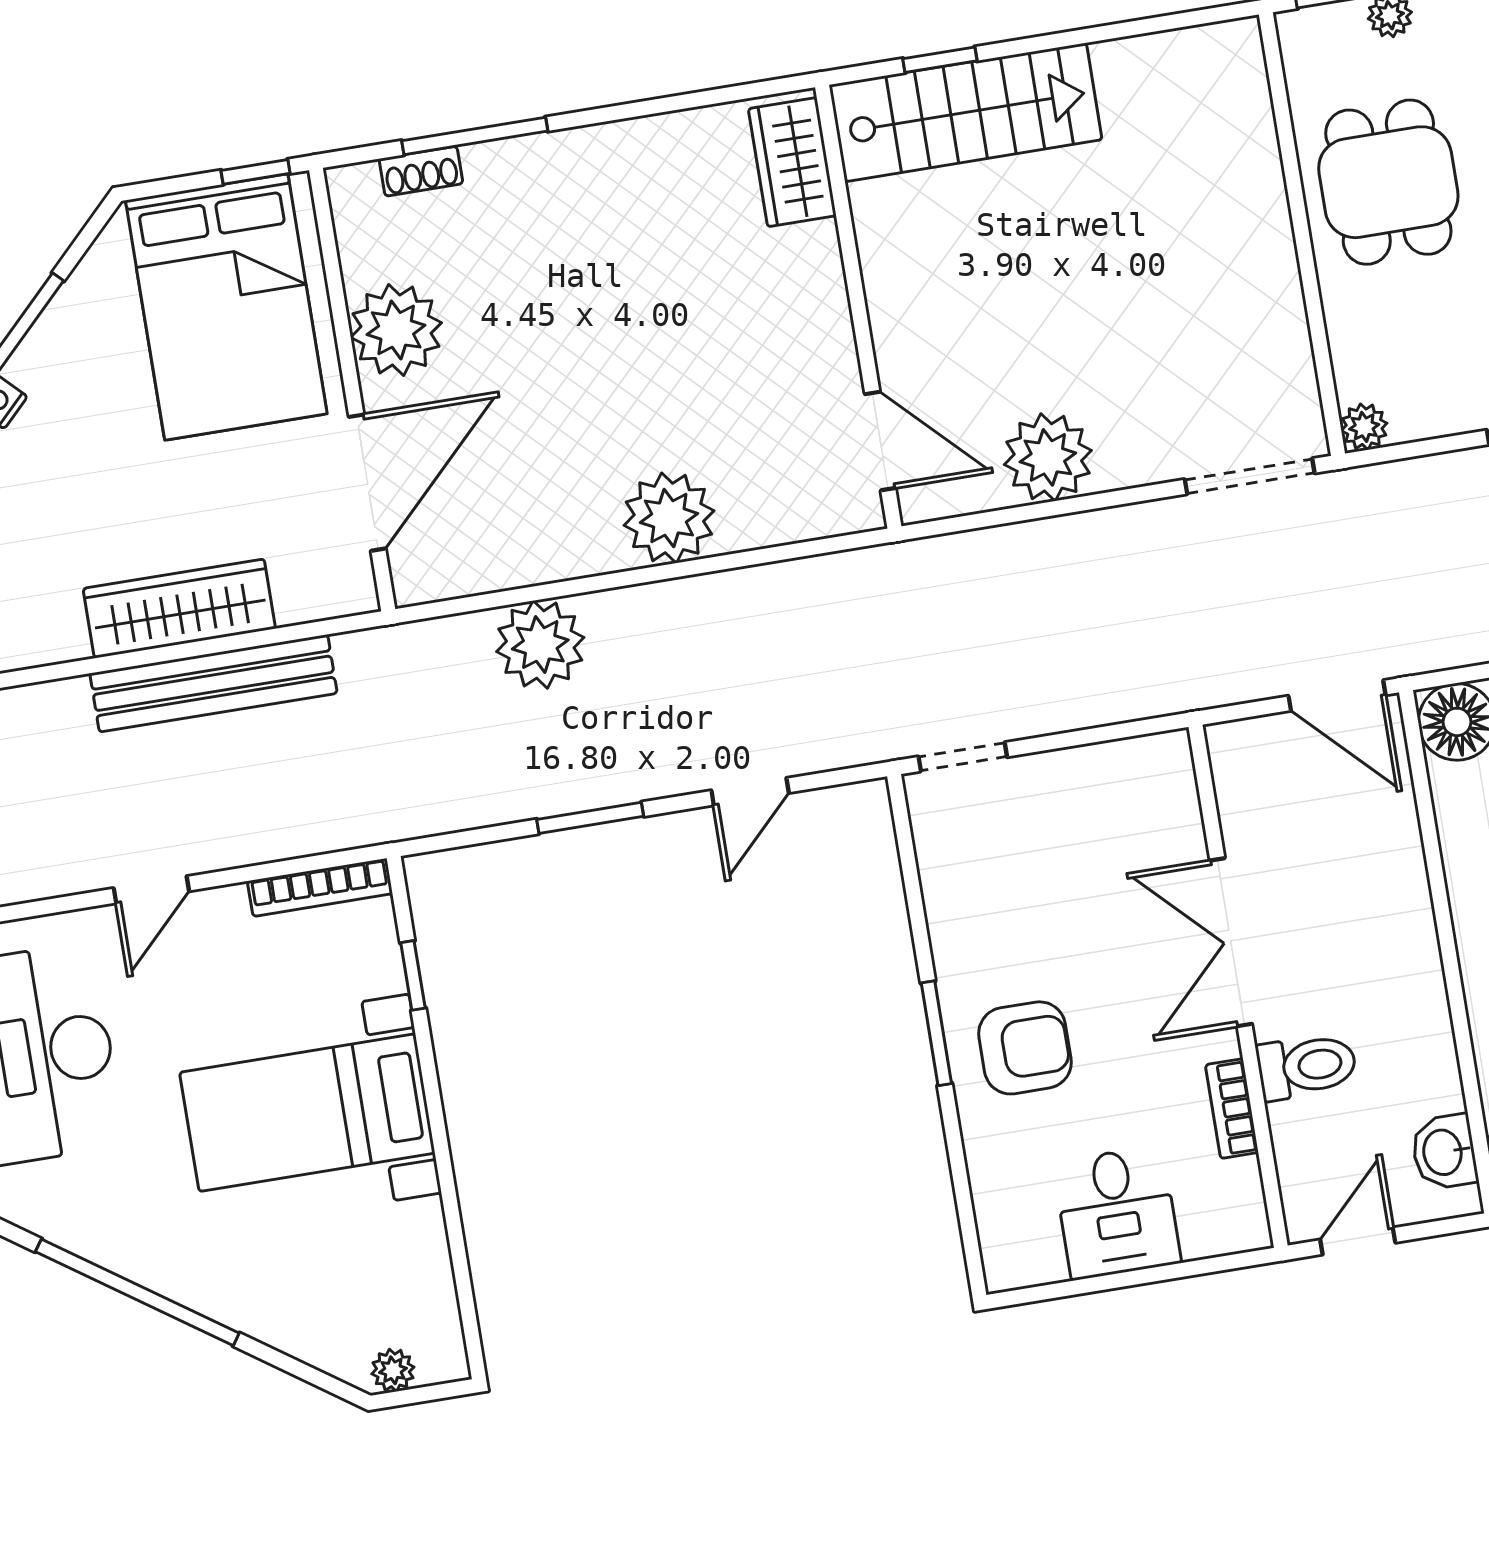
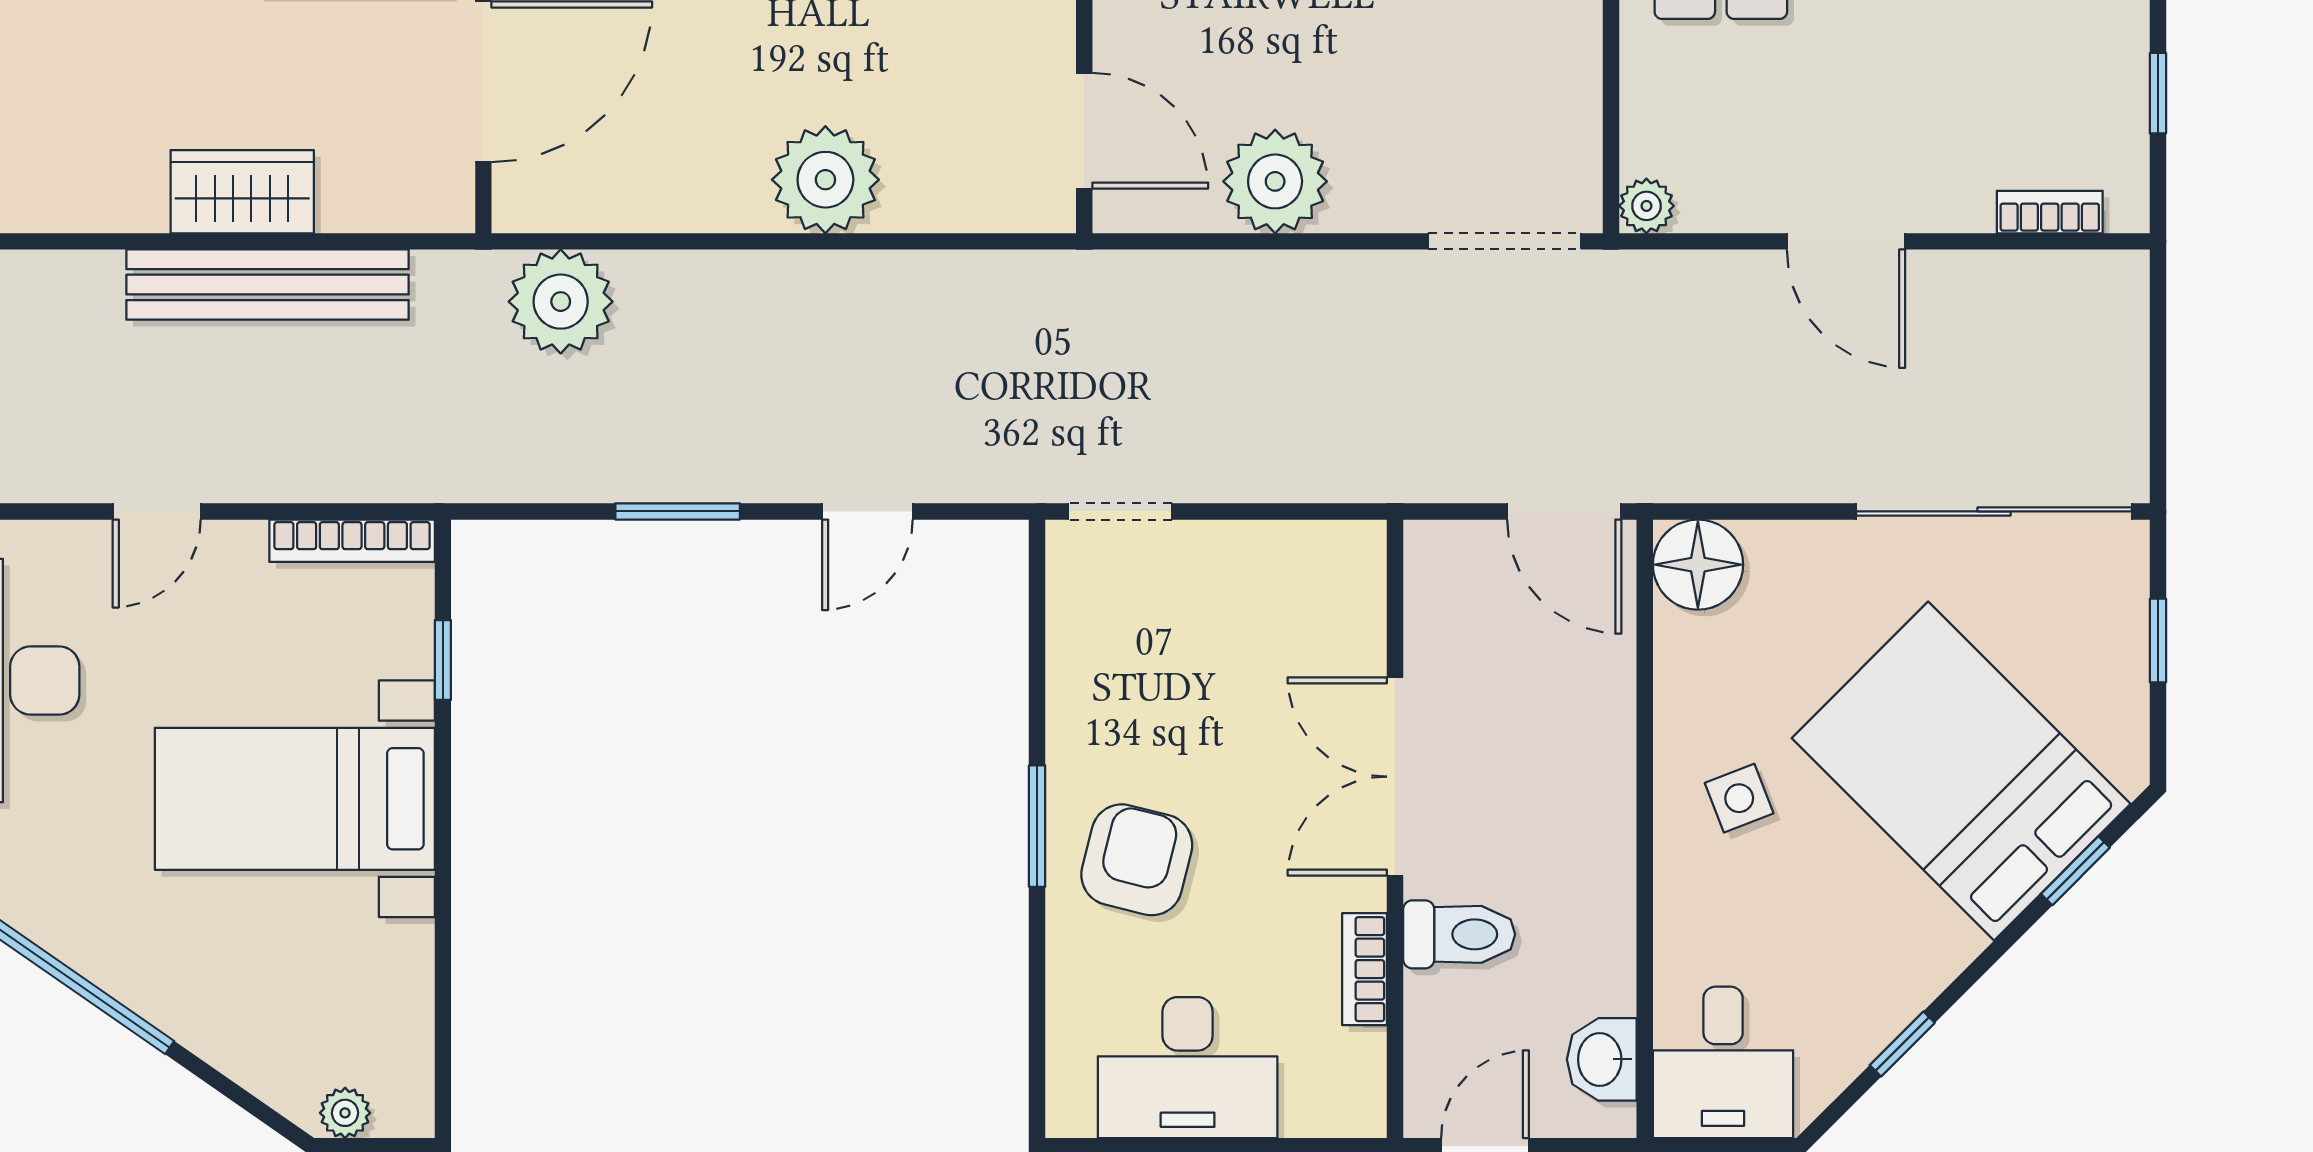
wardrobe: (179, 609) -> (242, 192), width x0.67
plant: (540, 644) -> (561, 302), moved
armchair: (1025, 1048) -> (1137, 860), turned -76
desk: (1117, 1213) -> (1188, 1068), width x1.37

